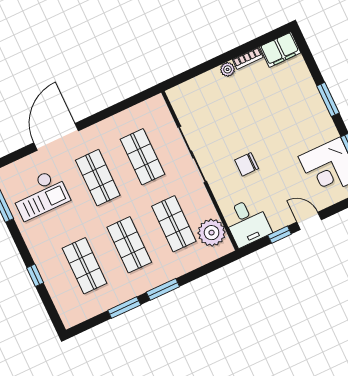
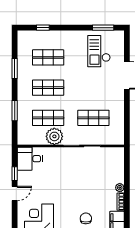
chair: (247, 164) -> (86, 218), moved
shop shelf: (98, 178) -> (93, 88), removed
plant: (212, 233) -> (54, 136), moved
window: (35, 275) -> (43, 28), moved
window: (163, 289) -> (15, 111), moved

